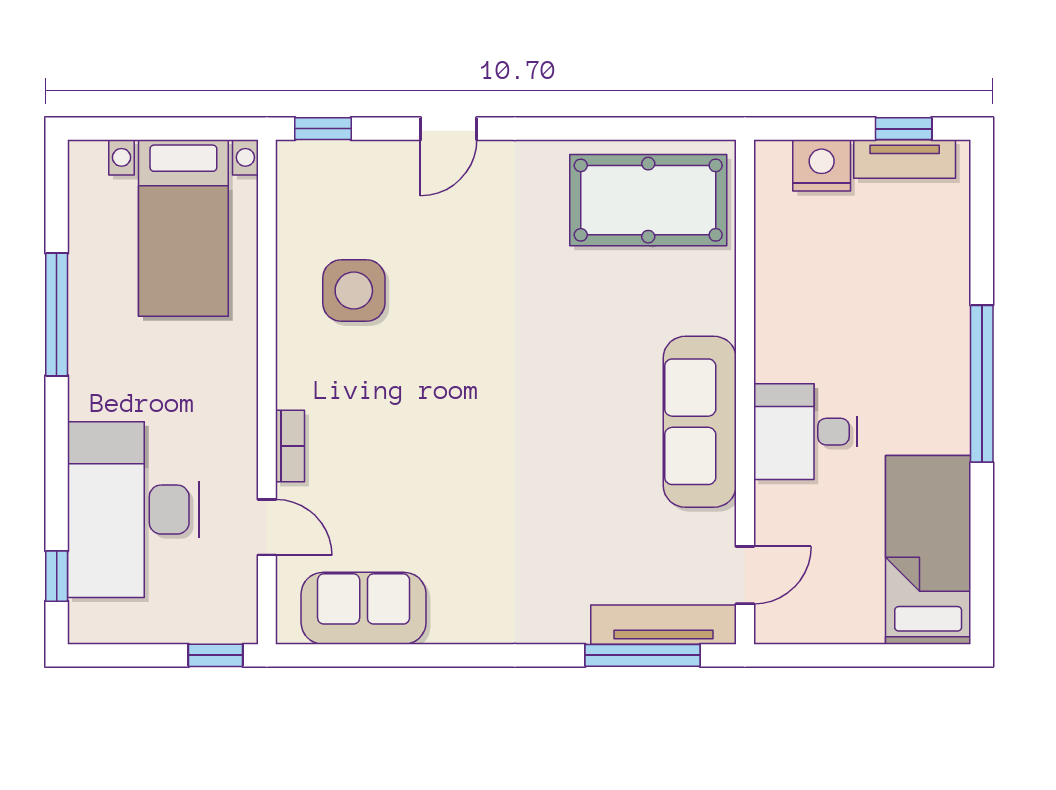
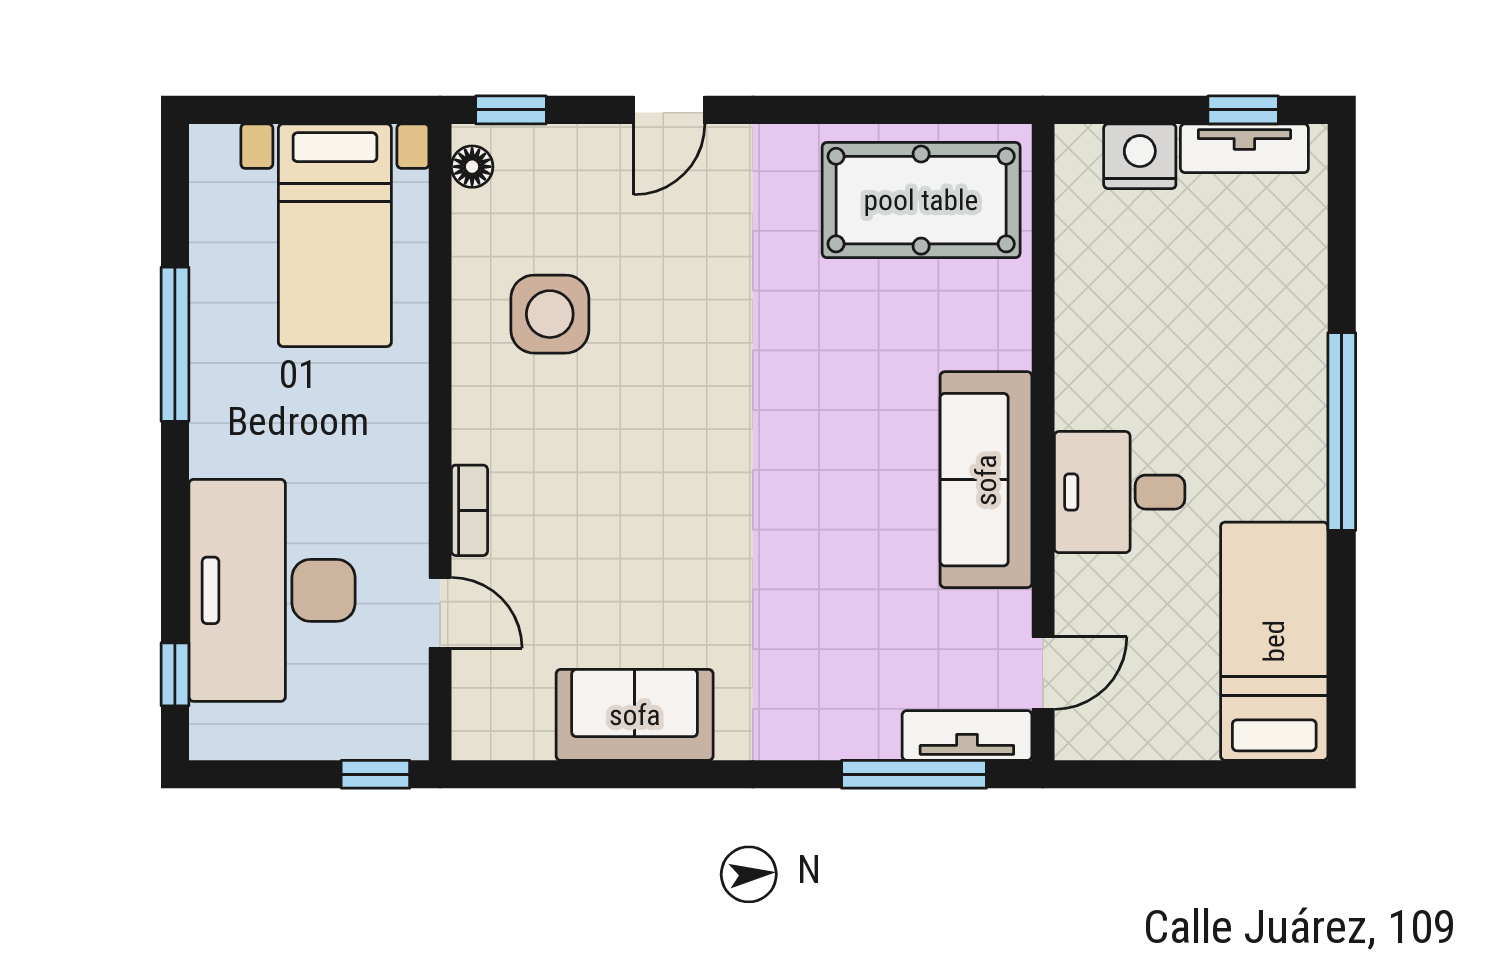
floor lamp: (292, 174) -> (472, 167), added
sofa: (364, 608) -> (635, 715), moved
tv unit: (664, 625) -> (967, 735), width x0.71

